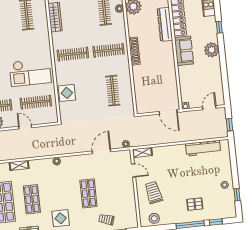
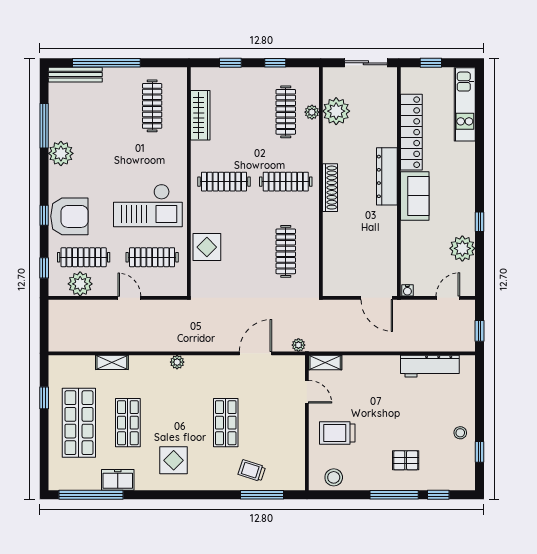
dresser: (165, 24) -> (387, 176), moved
window: (219, 27) -> (480, 222), moved
plant: (212, 50) -> (462, 248), moved
trolley: (154, 192) -> (337, 433), turned -79

